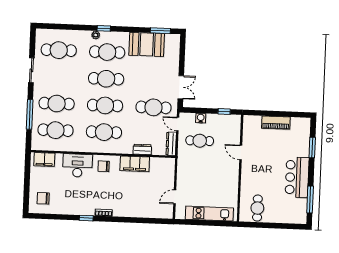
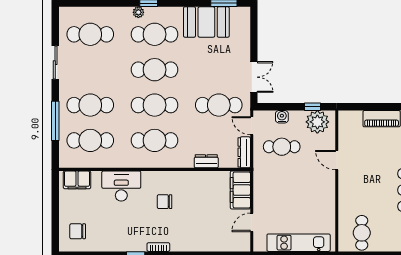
plant: (227, 123) -> (317, 122), added
filing cabinet: (135, 164) -> (240, 190), moved, turned 90
chair: (104, 166) -> (165, 202), moved

